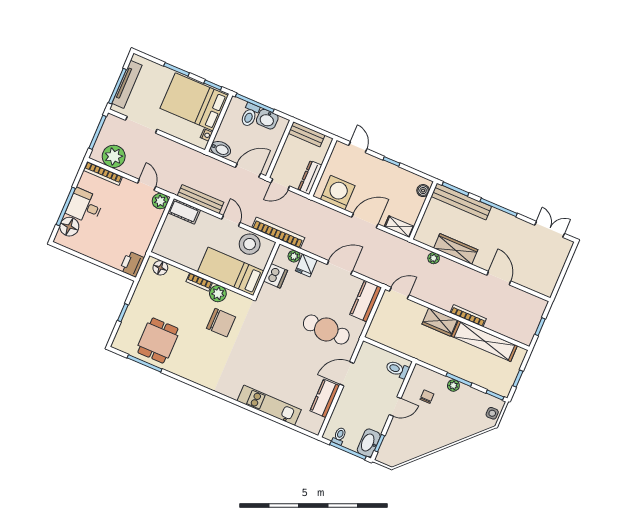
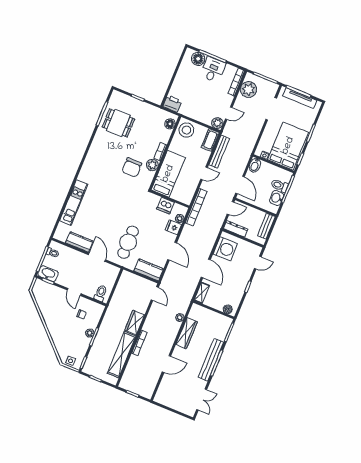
door: (280, 184) -> (230, 208), swing flipped
bench: (461, 201) -> (211, 360), moved
stool: (250, 244) -> (186, 130), moved

